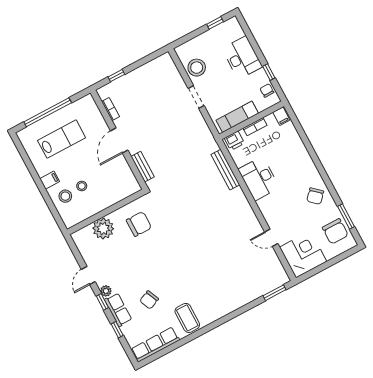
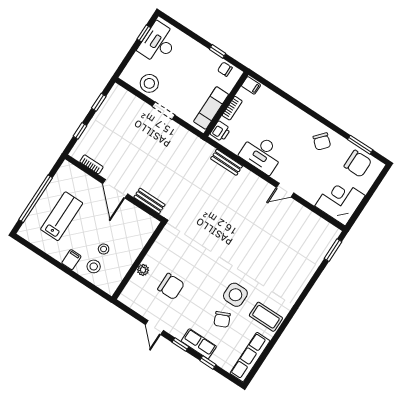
desk: (242, 58) -> (158, 43), moved, turned -90
window: (145, 60) -> (99, 102), added
bench: (225, 170) -> (227, 162), width x0.73
chair: (139, 224) -> (171, 286), moved, turned 90
plant: (103, 229) -> (143, 270), width x0.53, depth x0.53
door: (271, 238) -> (285, 190), moved
side table: (172, 285) -> (235, 295), added
plant: (106, 291) -> (178, 333), removed

